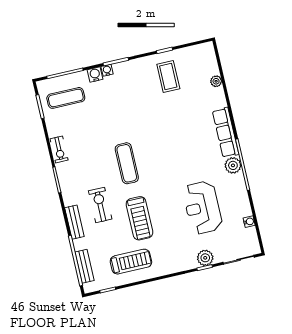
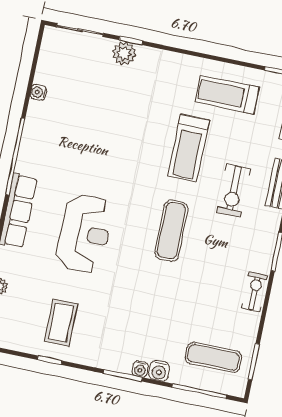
plant: (233, 165) -> (29, 162), removed
reception desk: (202, 208) -> (84, 234), moved
treadmill: (139, 218) -> (188, 148), turned 180
water cooler: (249, 222) -> (38, 92), moved

